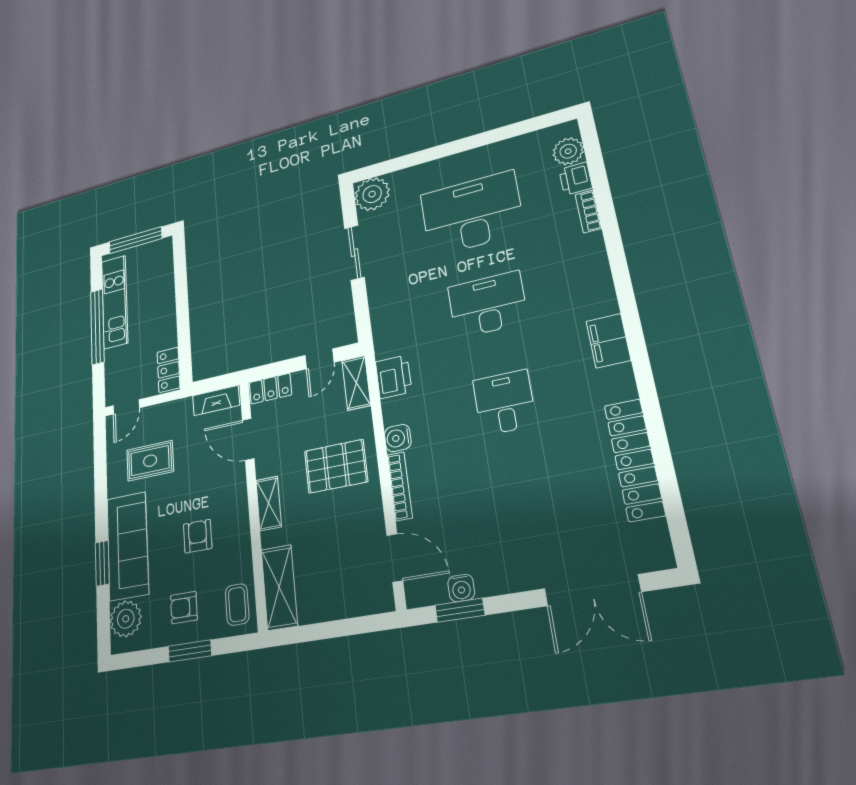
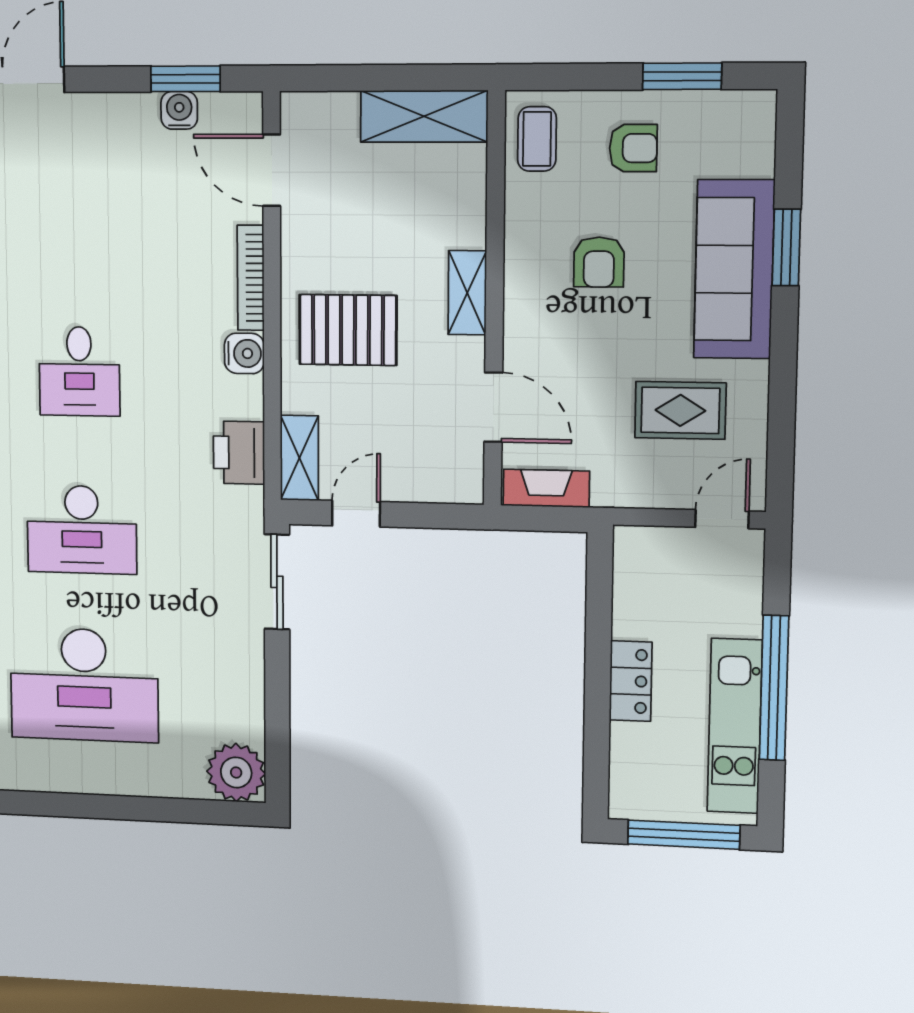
sliding door: (354, 253) -> (277, 582), moved
locker: (169, 370) -> (631, 681), moved
locker: (270, 389) -> (446, 485), removed
shelving: (279, 587) -> (424, 116), moved, turned 90
plant: (126, 619) -> (745, 145), removed
window: (190, 651) -> (682, 76), moved

